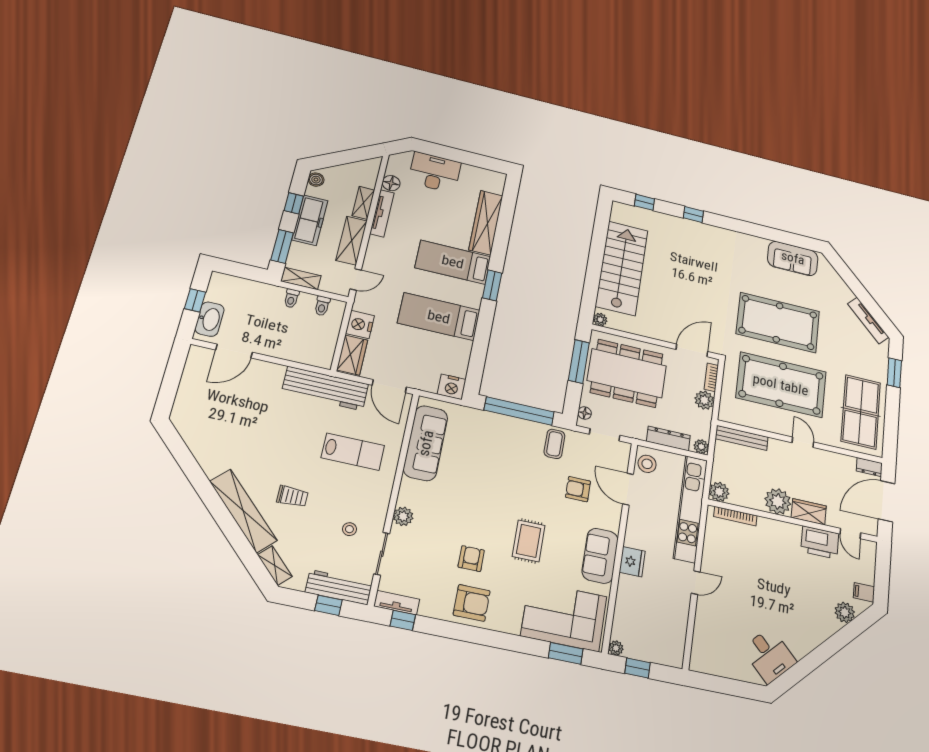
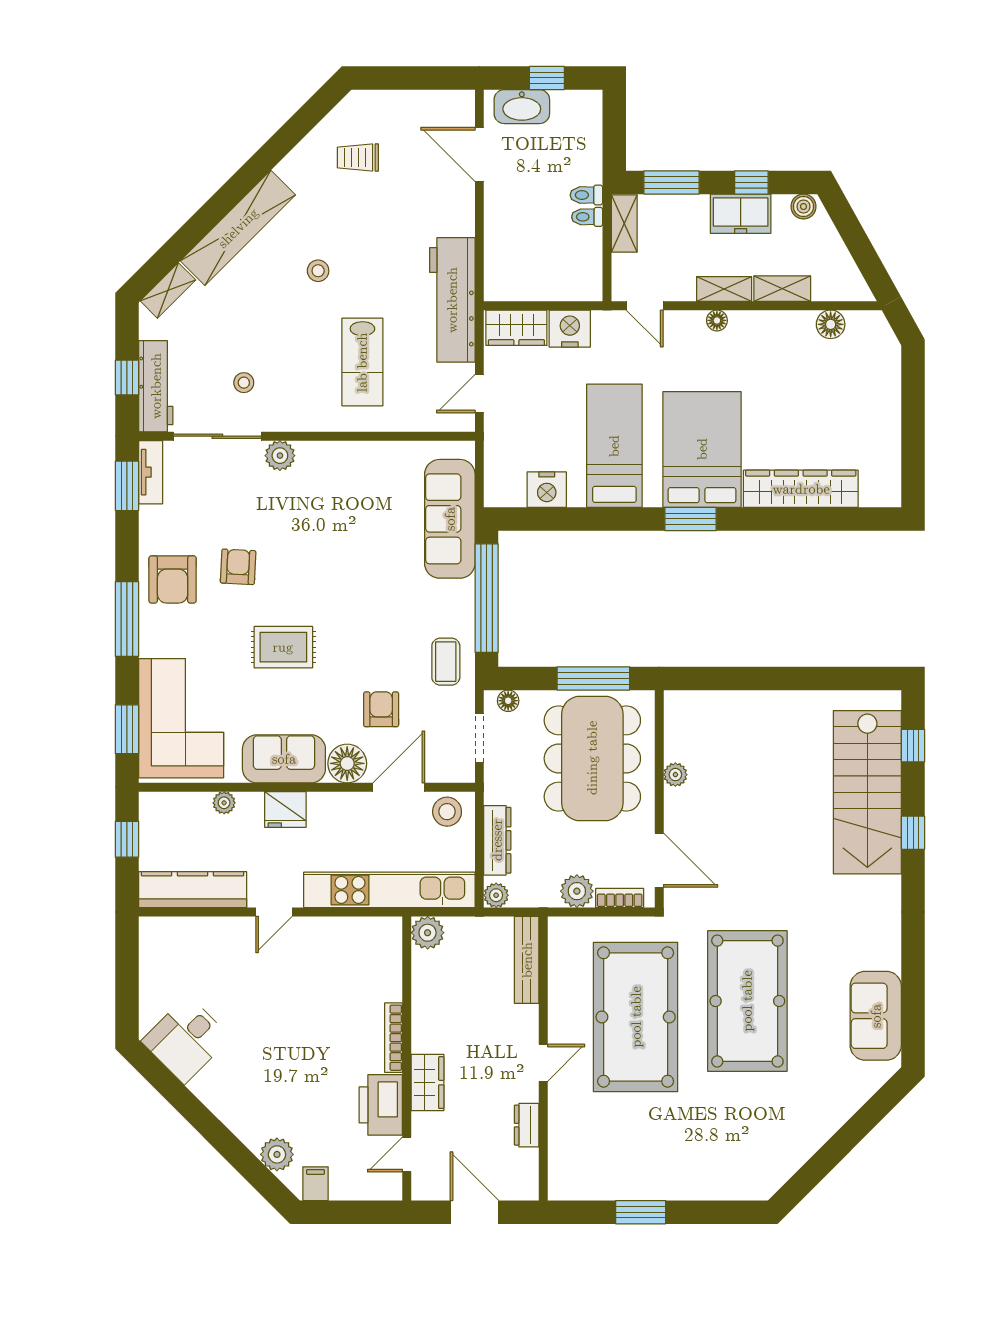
desk: (435, 172) -> (870, 389), removed
tv unit: (382, 213) -> (772, 321), removed
freezer: (310, 220) -> (741, 214), width x0.71
shelving: (352, 241) -> (724, 289), width x0.67, depth x0.75
floor lamp: (374, 242) -> (717, 320), added
bed: (453, 262) -> (702, 449), width x1.50
stairs: (622, 268) -> (867, 792), moved, turned 90
toilet: (322, 306) -> (586, 195), moved
plant: (600, 320) -> (675, 775), moved
tv unit: (868, 320) -> (792, 1159), removed
window: (894, 373) -> (641, 1212), moved
door: (389, 386) -> (479, 394), width x0.73
nightstand: (452, 387) -> (547, 490), moved, turned -90
table tennis table: (861, 412) -> (621, 1158), removed
sofa: (426, 443) -> (450, 519), moved, turned 90
coffee table: (554, 444) -> (446, 662), turned 90
stool: (286, 466) -> (318, 271), added
dresser: (869, 467) -> (527, 1125), moved
trolley: (292, 496) -> (358, 158), moved, turned 90
plant: (778, 501) -> (433, 1030), removed
door: (887, 501) -> (475, 1212), width x0.73
bookcase: (735, 516) -> (394, 1038), moved
floor lamp: (609, 517) -> (347, 763), added
sliding door: (382, 554) -> (217, 436), width x1.37
armchair: (471, 559) -> (238, 567), turned -87
door: (696, 583) -> (274, 912), hinge flipped
window: (403, 620) -> (127, 486), width x1.50
kitchen counter: (675, 632) -> (193, 890), added
window: (493, 639) -> (127, 619), added
plant: (616, 648) -> (224, 803), moved

